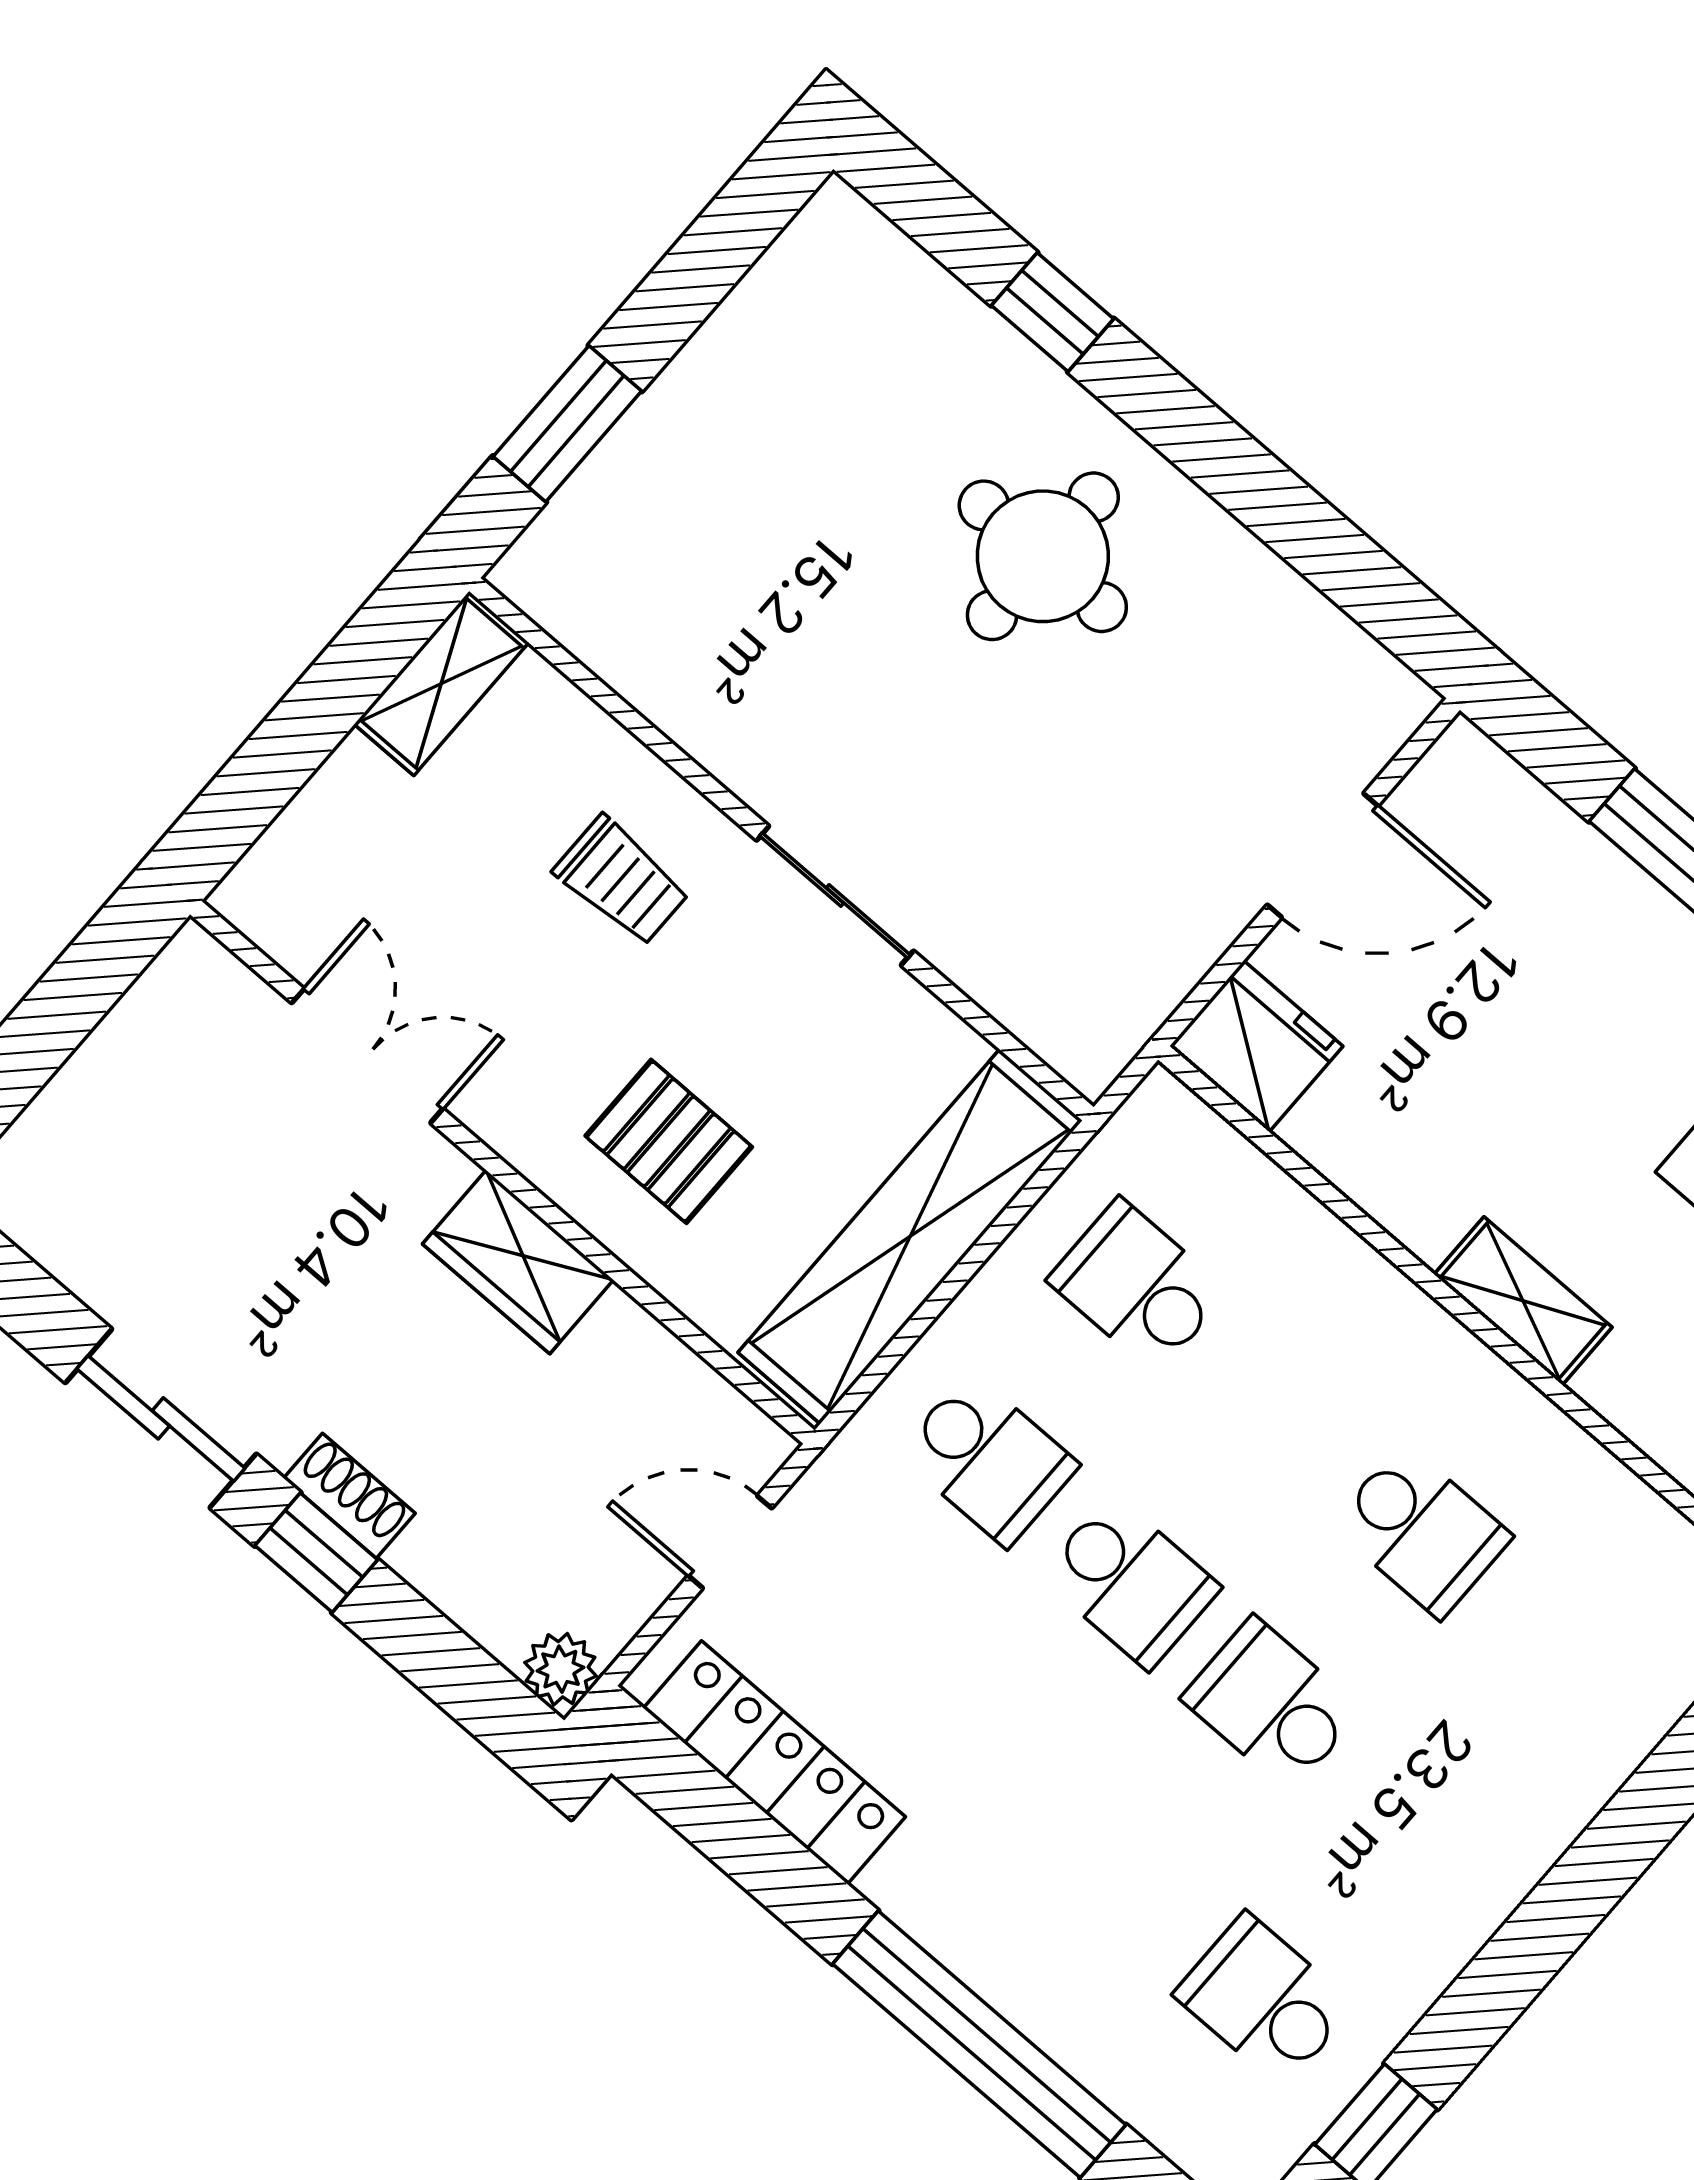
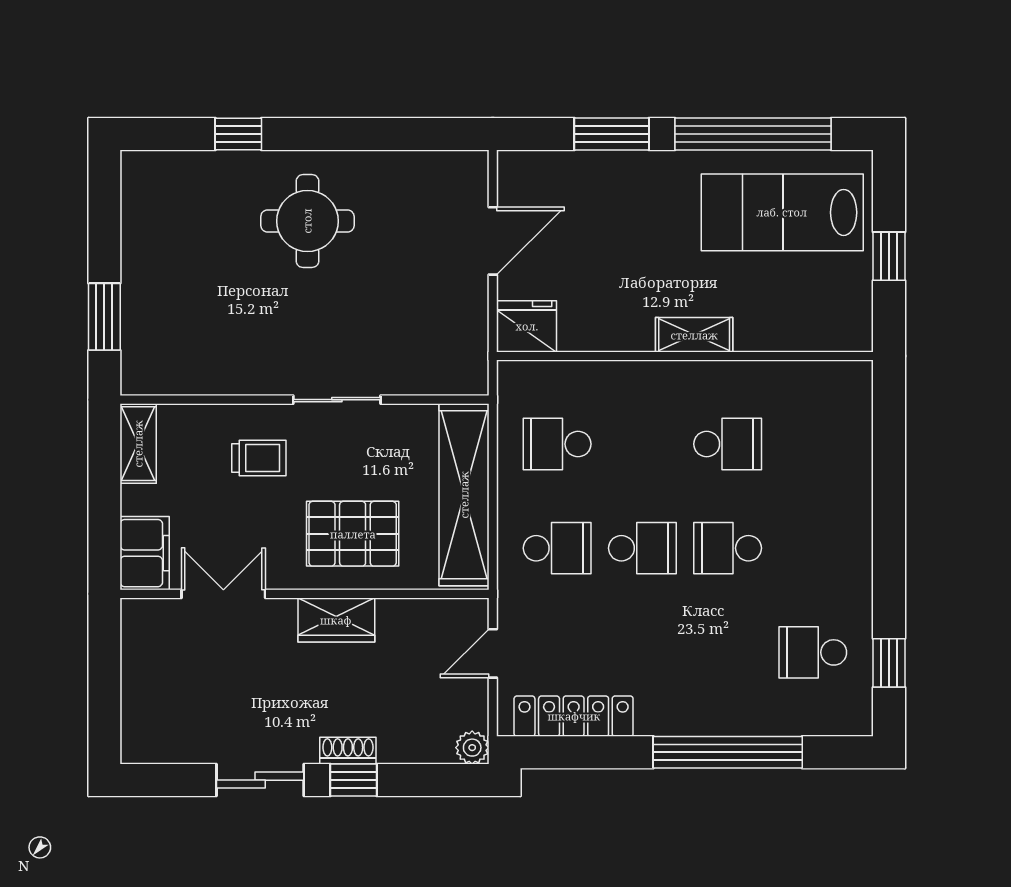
filing cabinet: (295, 875) -> (145, 553), added
pallet: (669, 1141) -> (353, 534), width x1.50, depth x1.42

